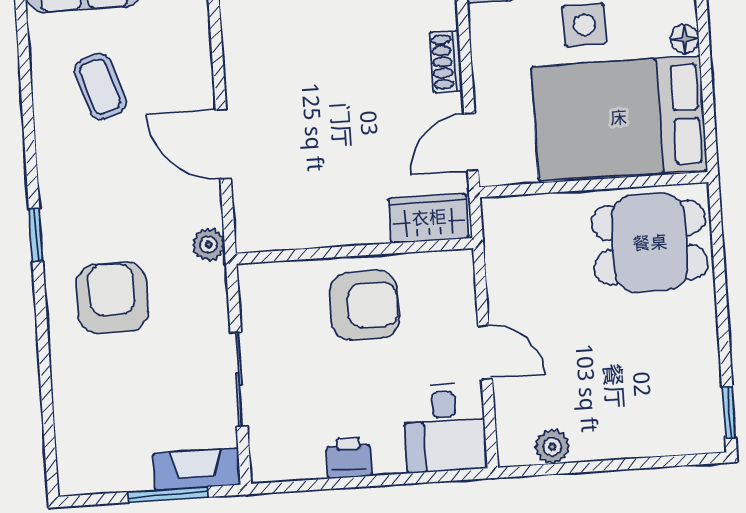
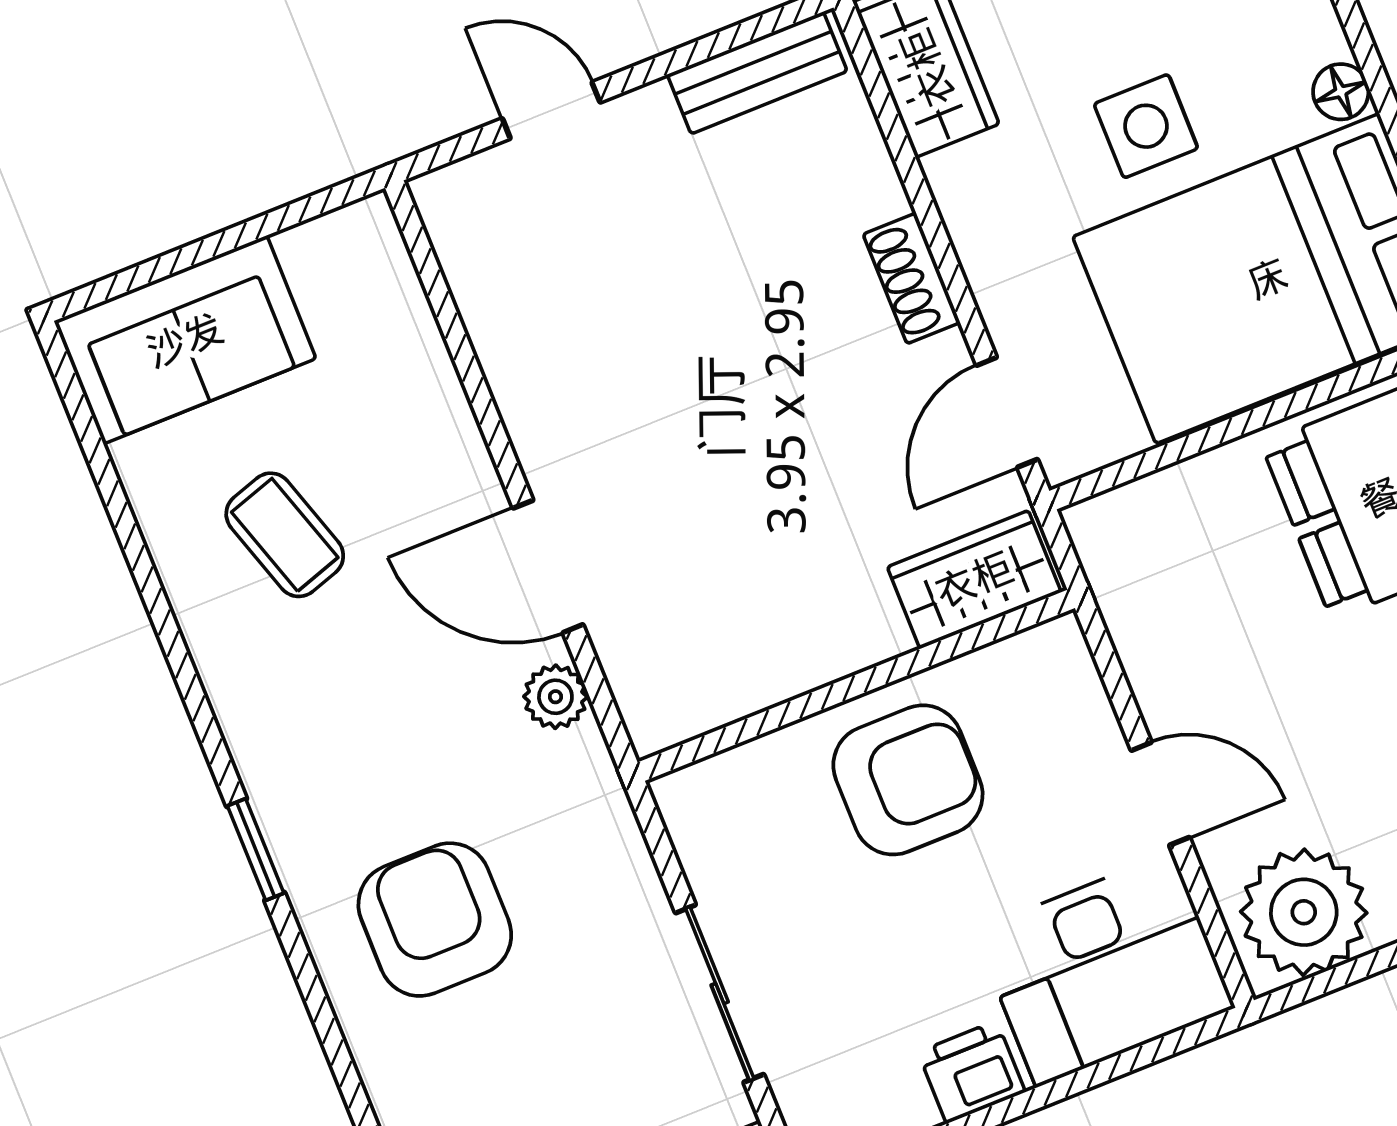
plant: (209, 245) -> (555, 697), moved
desk: (445, 428) -> (1104, 969), width x1.37
plant: (552, 447) -> (1304, 912), width x1.87, depth x1.87

